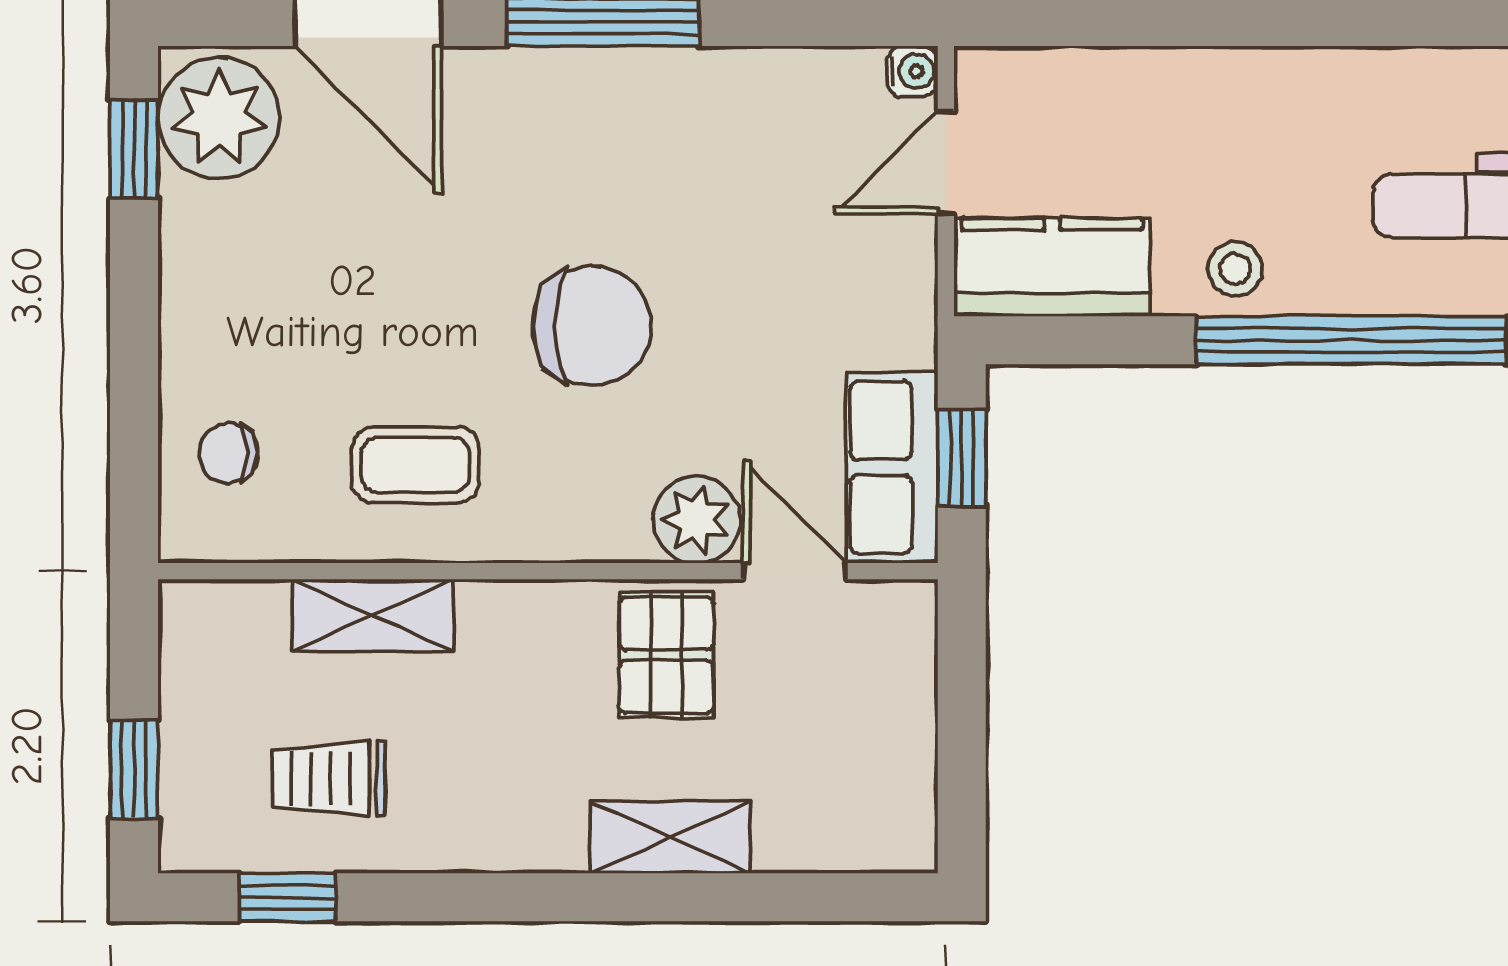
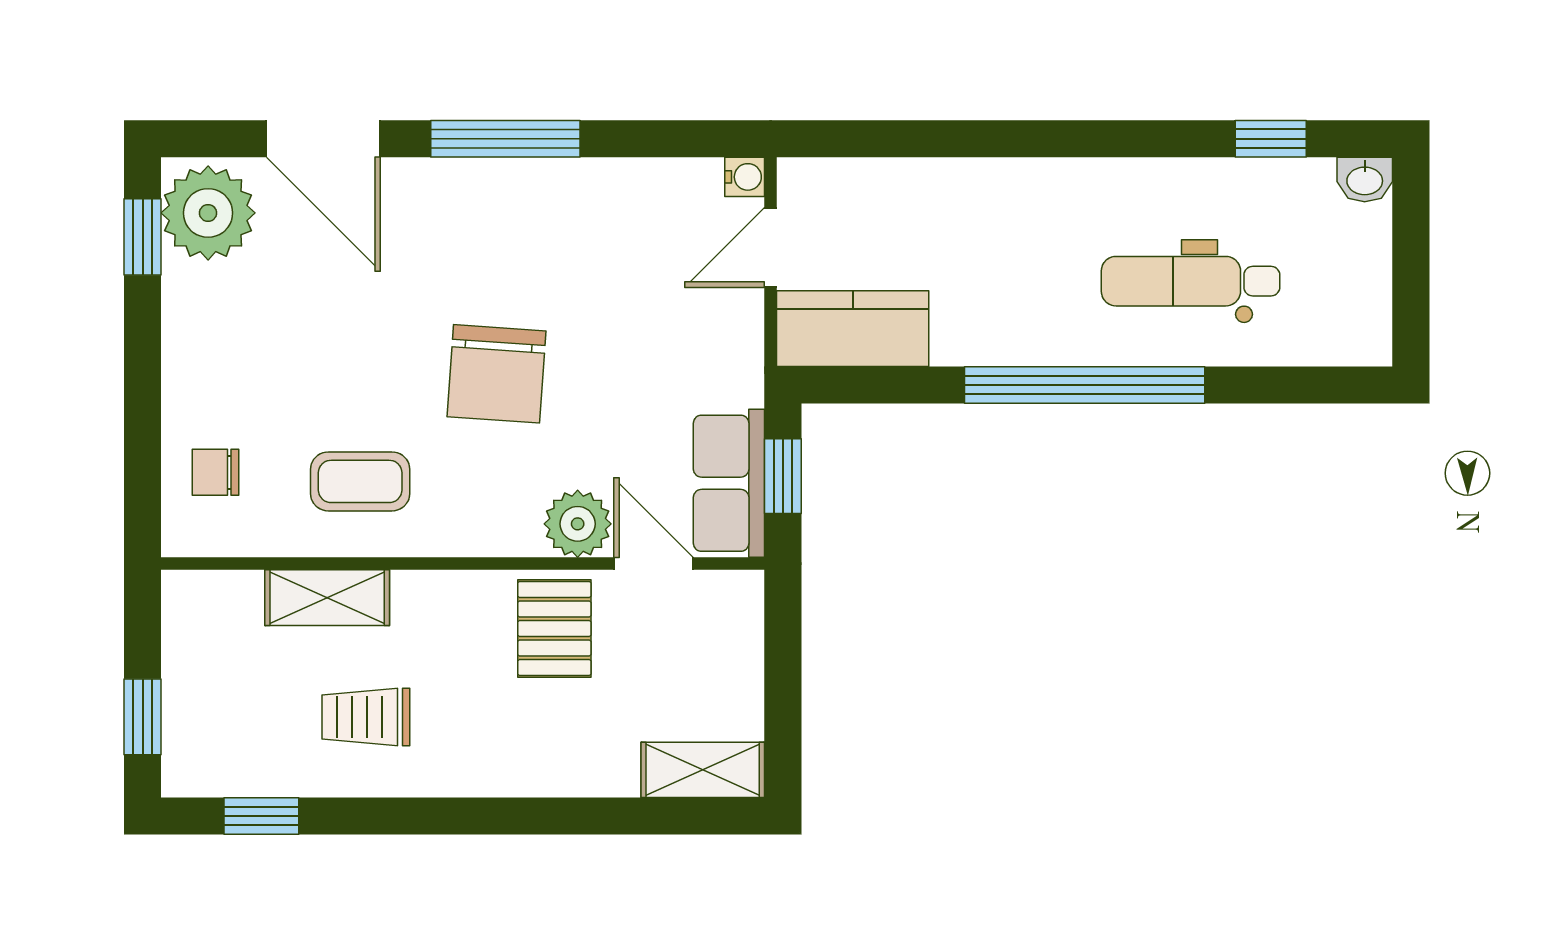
stool: (1235, 269) -> (994, 330), removed
chair: (592, 326) -> (497, 374), turned 94
trolley: (329, 778) -> (366, 717), moved
shelving: (670, 838) -> (703, 770), moved

